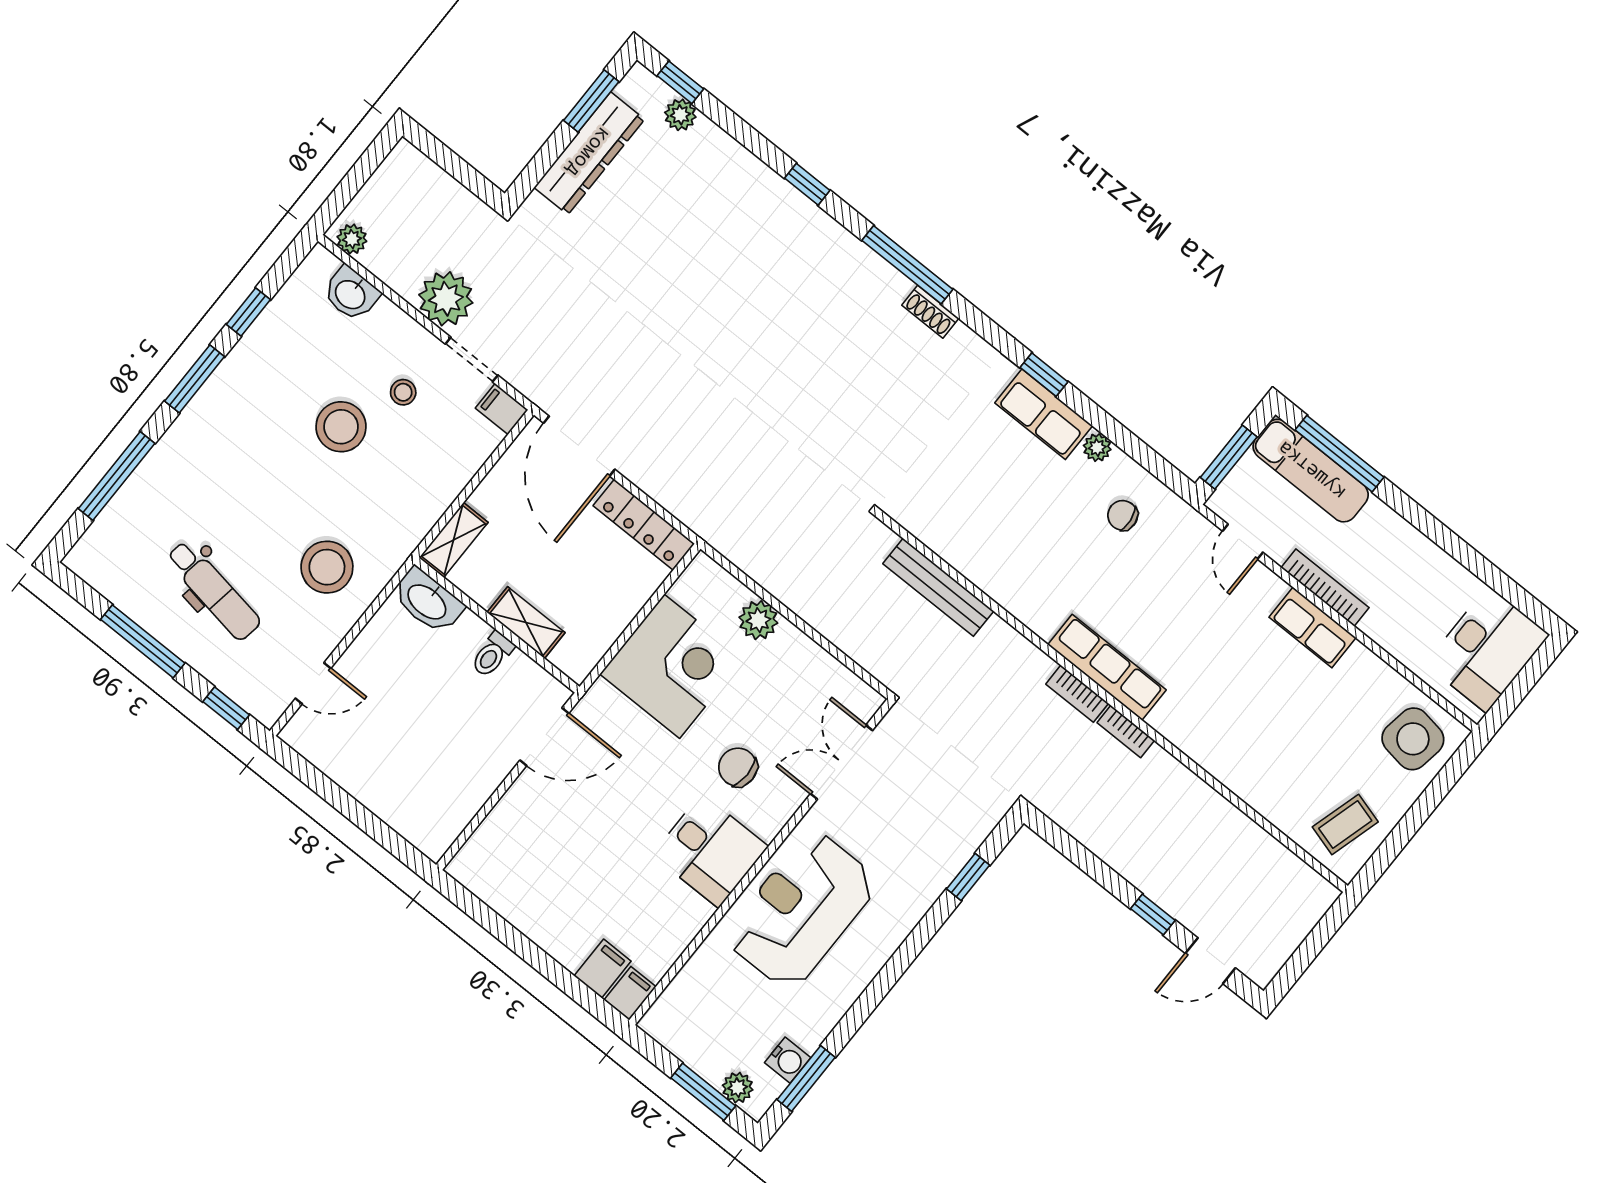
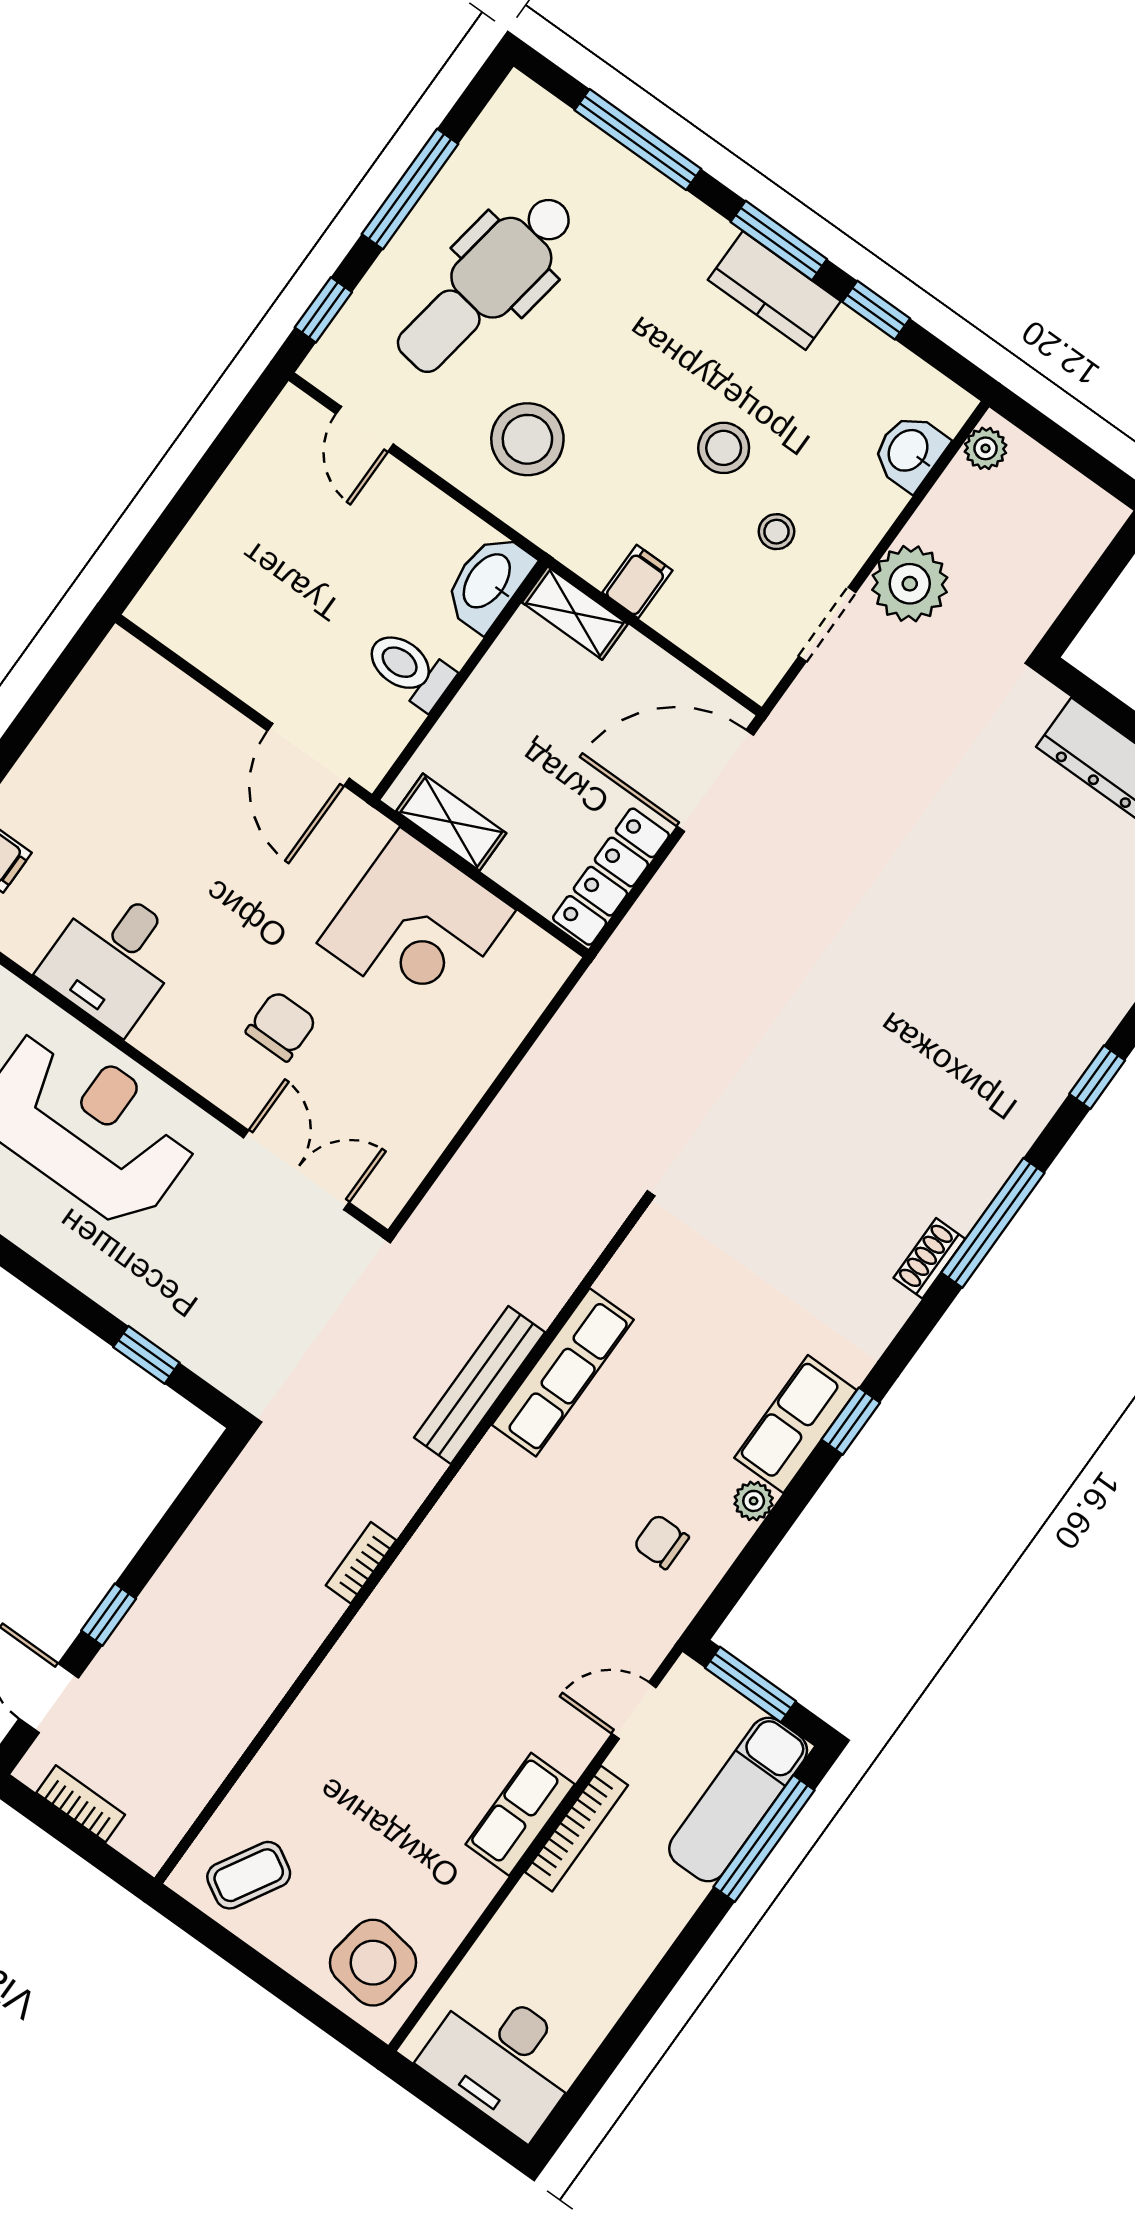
kitchen counter: (230, 384) -> (774, 290), added
filing cabinet: (502, 409) -> (637, 581), moved
stool: (341, 427) -> (724, 448), width x0.73, depth x0.73
chair: (1123, 515) -> (661, 1542), turned -83
bench: (938, 587) -> (480, 1385), moved
dental chair: (213, 591) -> (486, 283), width x1.36, depth x1.38
plant: (758, 620) -> (487, 1043), removed
shelving: (526, 623) -> (451, 822), moved, turned 90
toilet: (492, 654) -> (409, 669), width x1.37, depth x1.39
row of seats: (1107, 667) -> (563, 1372), moved
bookcase: (1077, 694) -> (81, 1804), moved, turned 90
coffee table: (1345, 824) -> (249, 1875), turned -76
desk: (710, 851) -> (113, 959), moved

